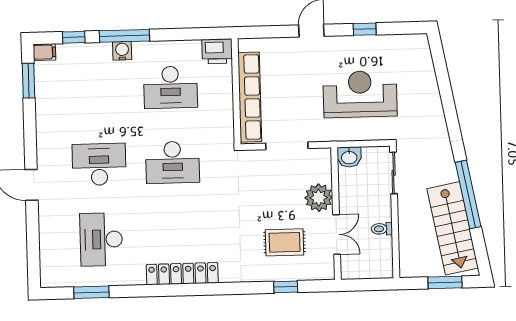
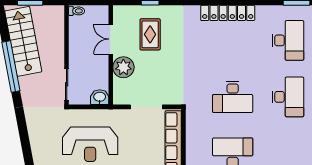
desk: (173, 162) -> (233, 97), turned 180
desk: (99, 164) -> (288, 97), turned -90
toilet: (382, 229) -> (77, 11), moved
rug: (285, 242) -> (150, 34), turned 90

